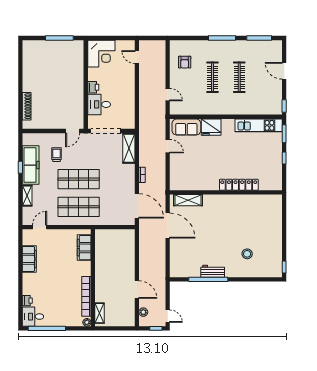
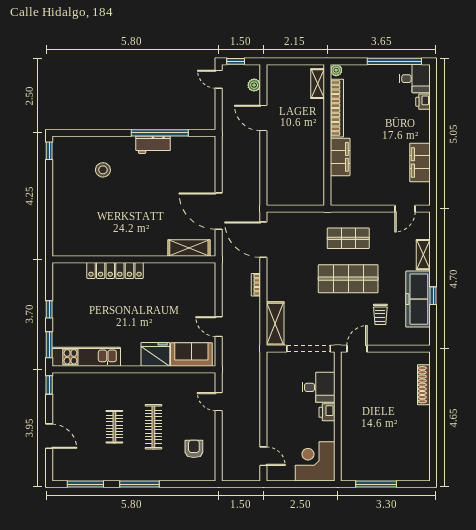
clothes rail: (239, 77) -> (114, 427), width x0.73
shop shelf: (79, 207) -> (348, 238), width x0.70, depth x0.74
filing cabinet: (84, 248) -> (340, 157), moved

